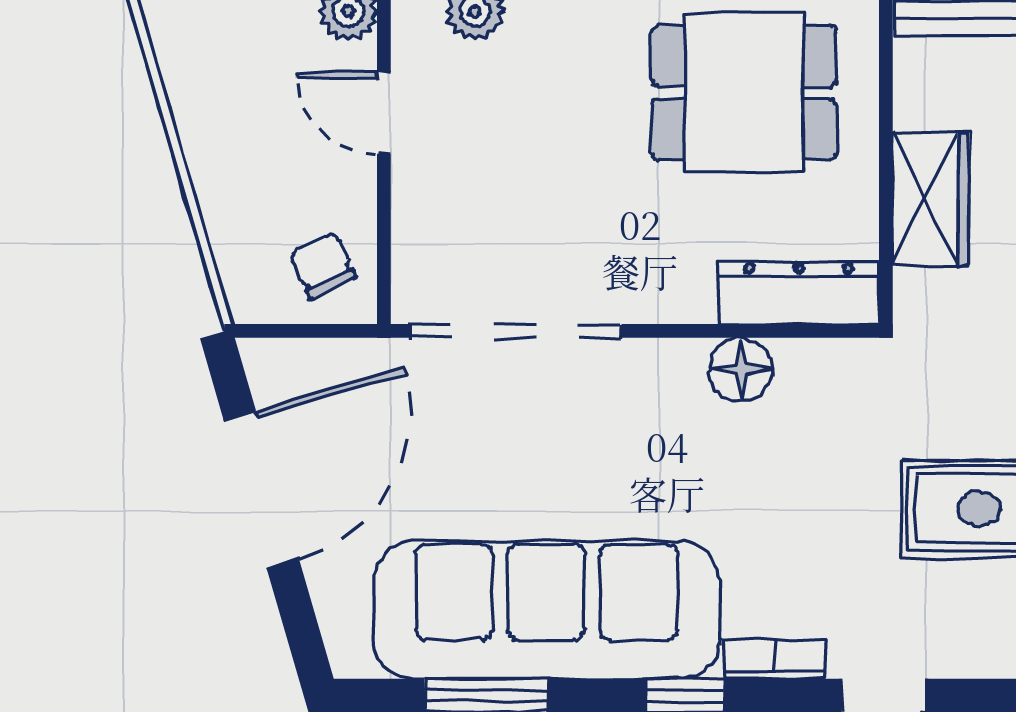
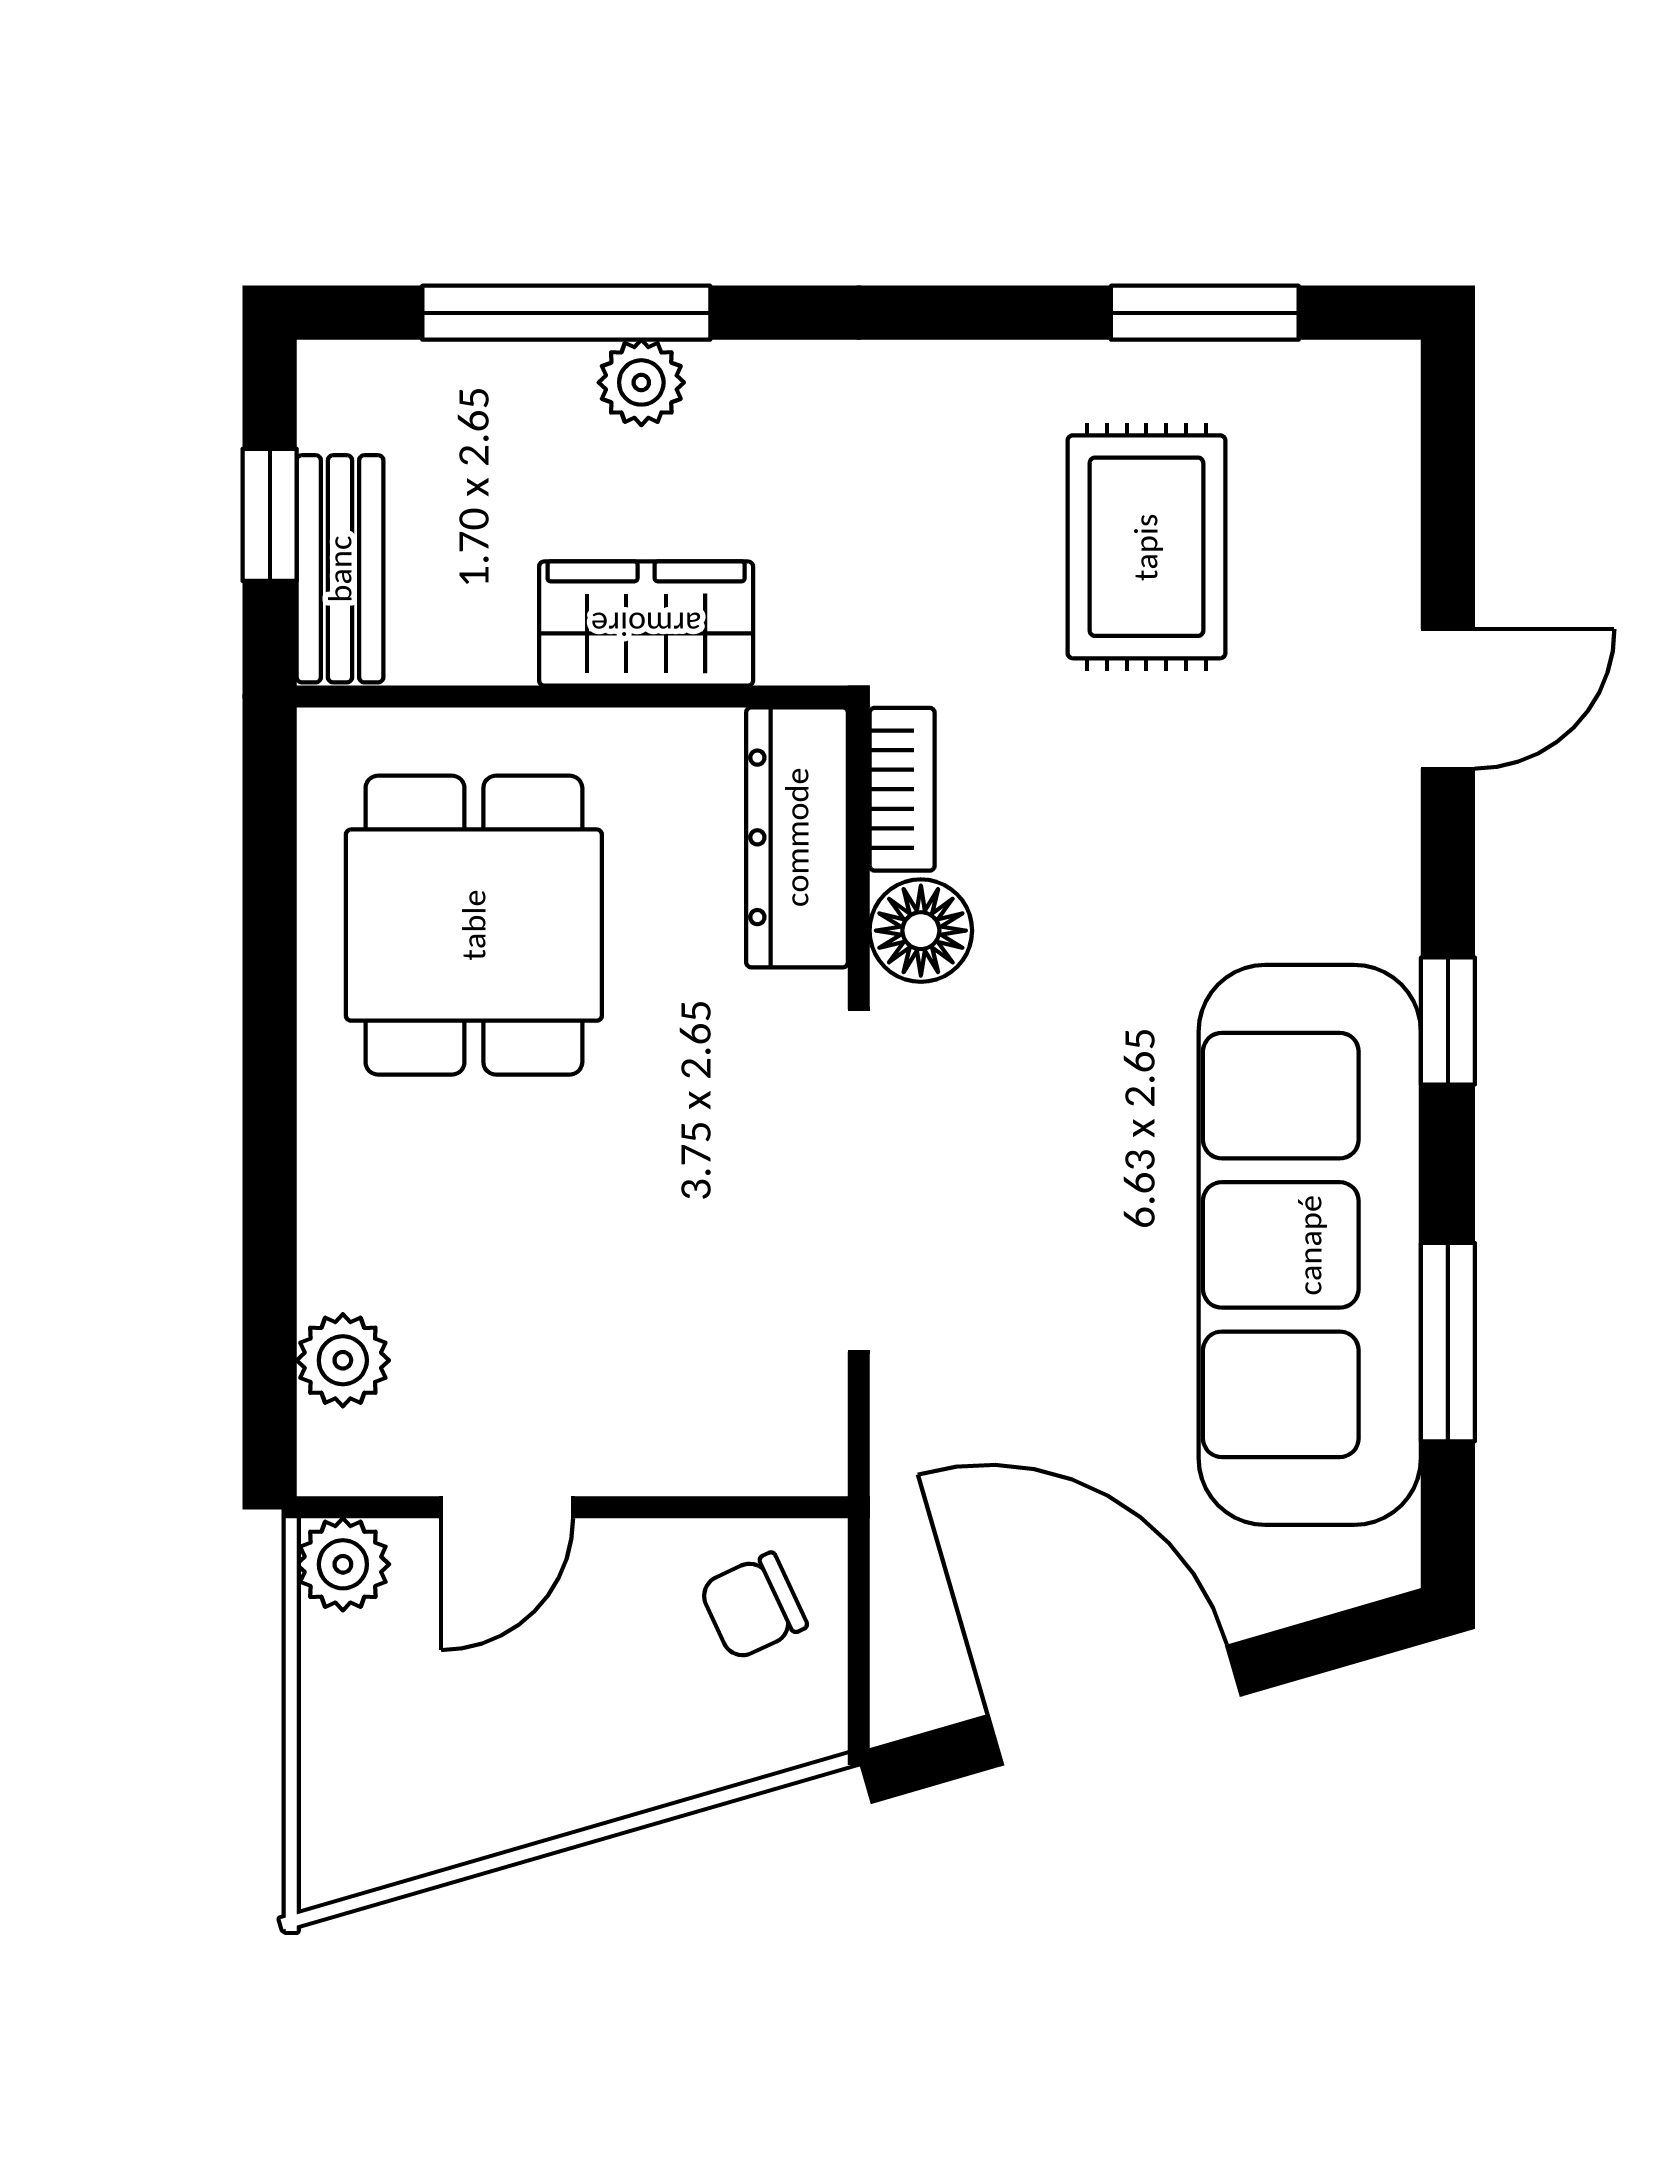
doorway: (515, 331) -> (859, 1180), moved
bookcase: (776, 659) -> (902, 789), moved, turned 180

